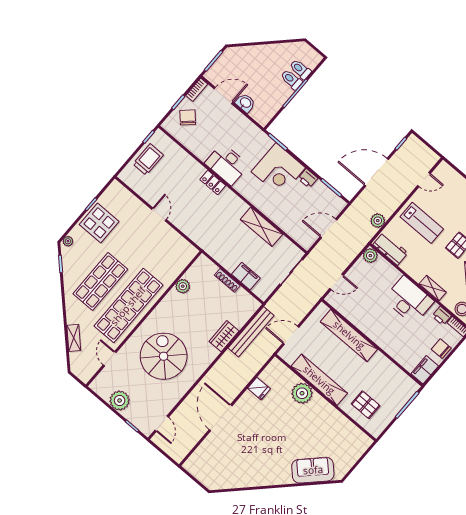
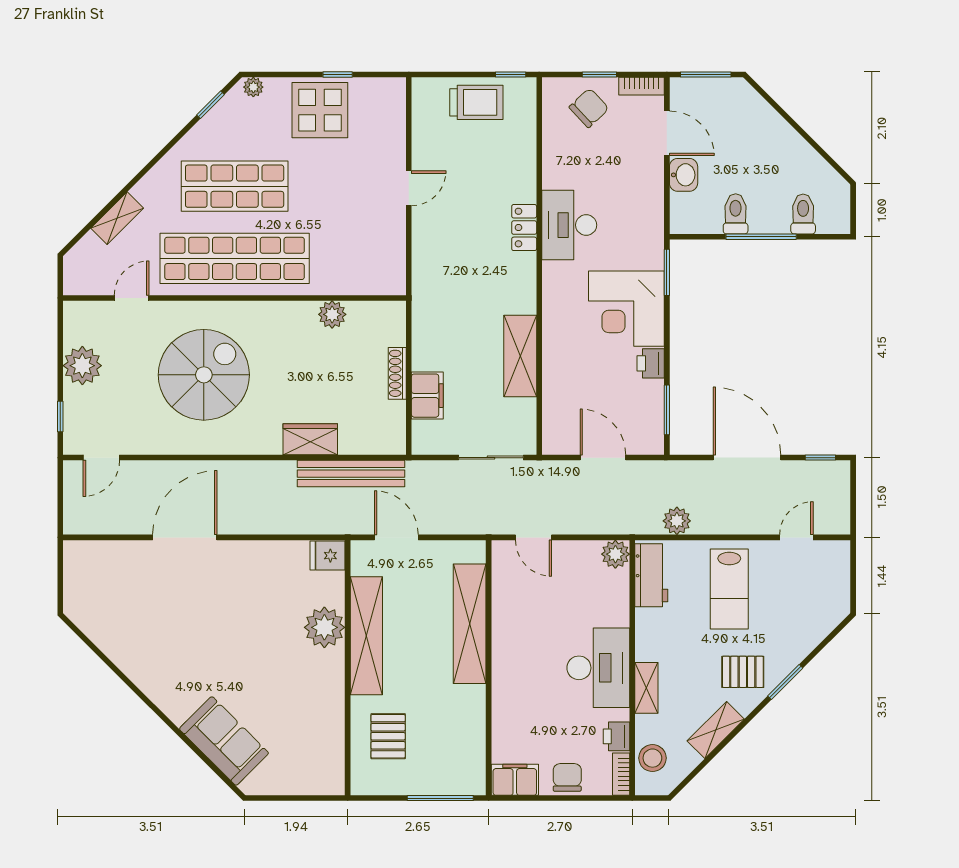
toilet: (291, 80) -> (736, 214), moved
door: (424, 180) -> (796, 537), swing flipped
fridge: (259, 389) -> (328, 556), moved, turned 90

